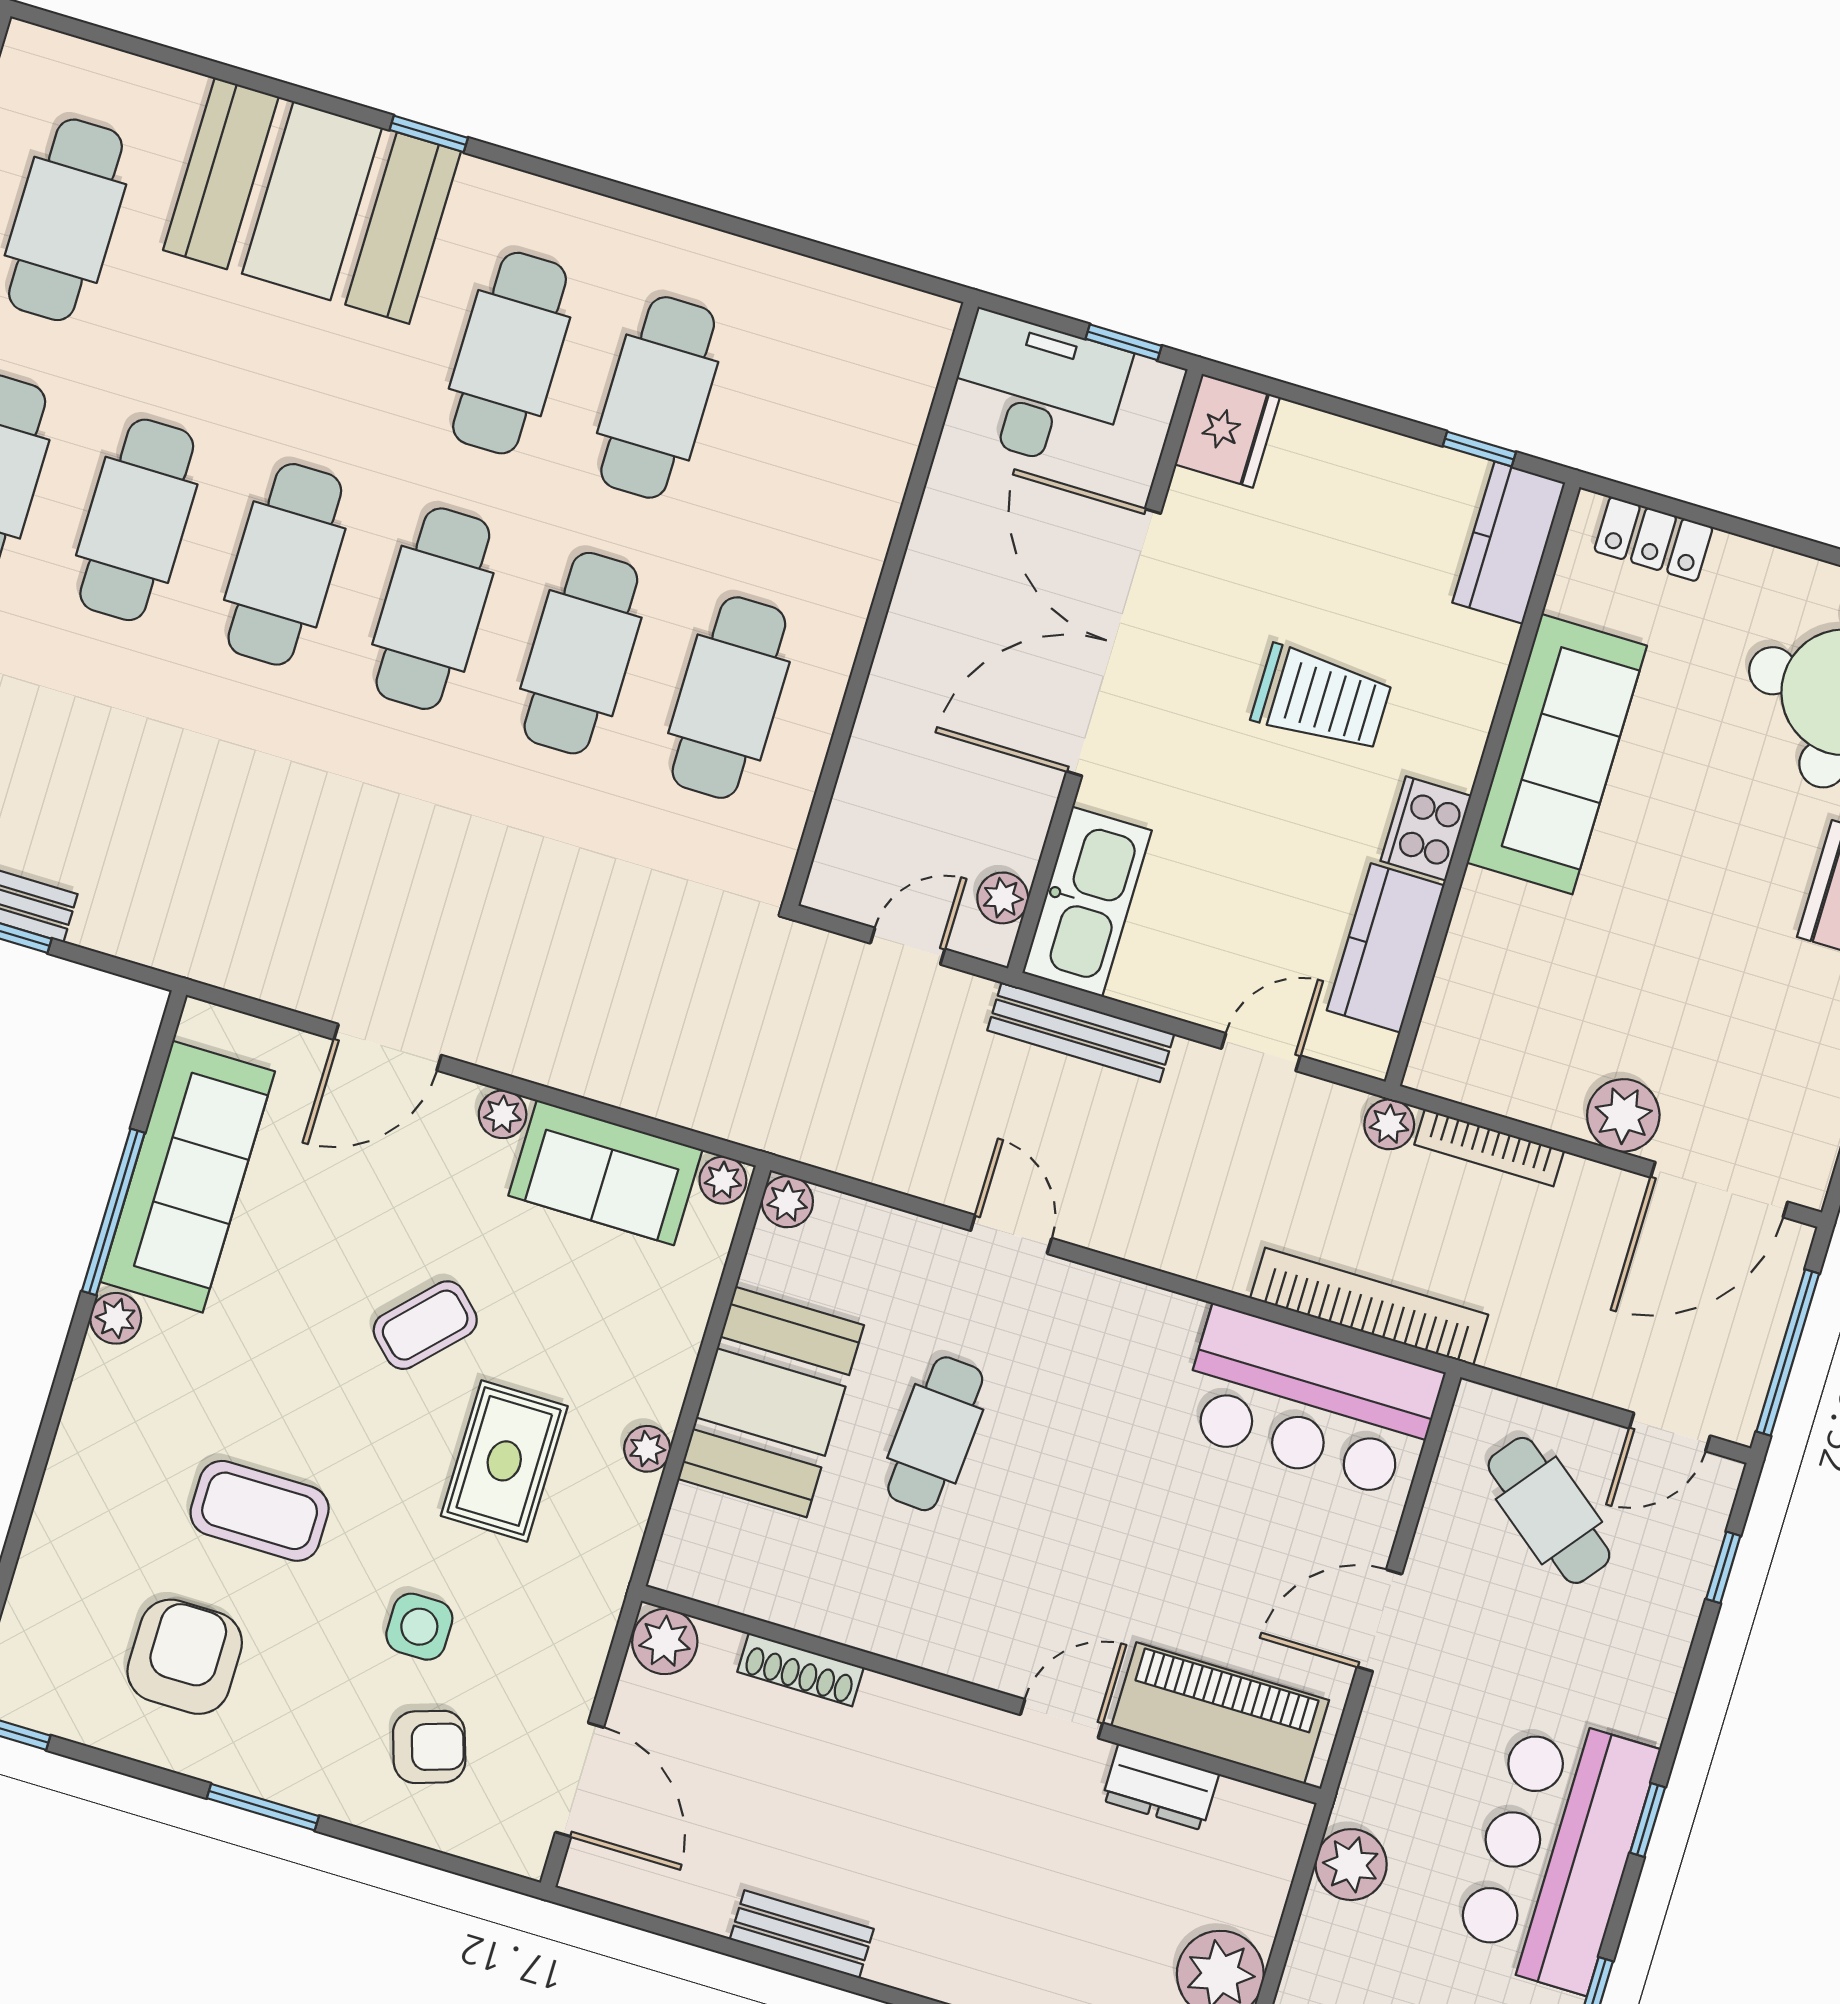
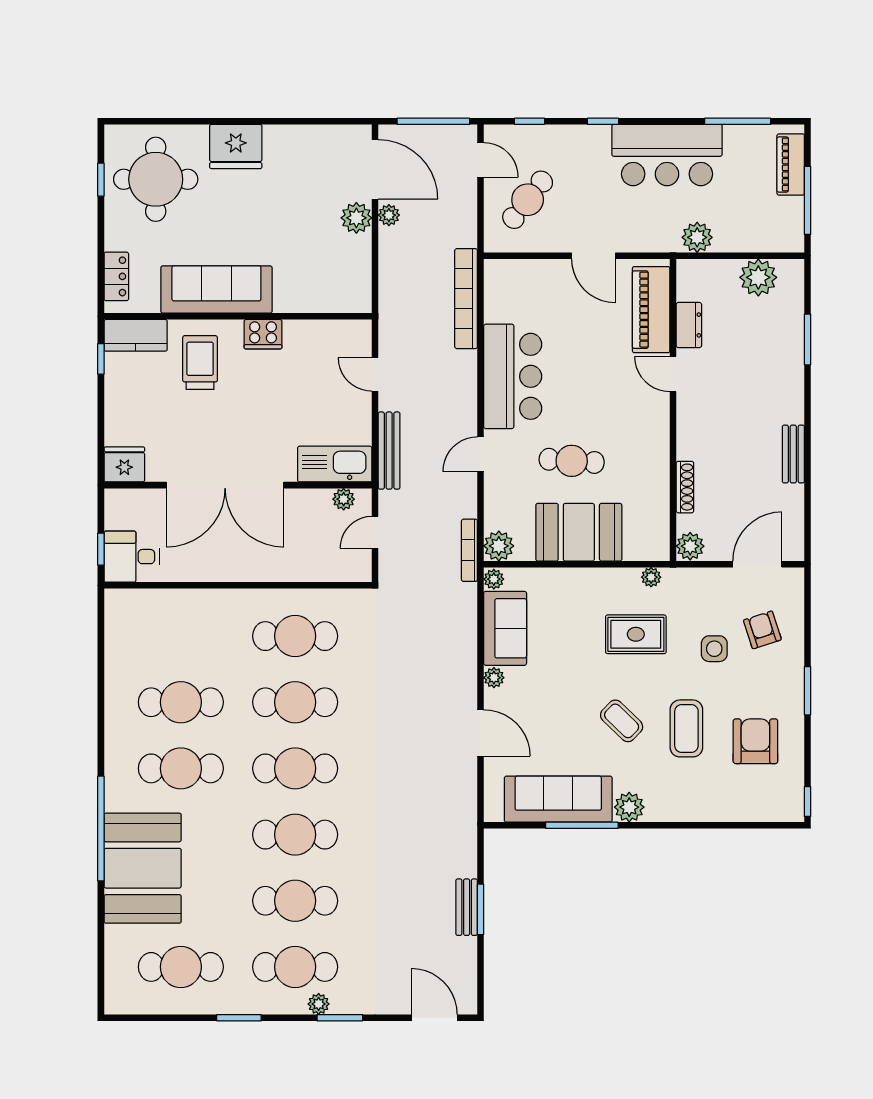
window: (429, 134) -> (101, 828), width x3.17
window: (1124, 342) -> (101, 549), moved
desk: (1038, 391) -> (132, 557), width x0.73
trolley: (1322, 699) -> (200, 363), moved
door: (908, 946) -> (375, 532), hinge flipped
kitchen counter: (1386, 948) -> (317, 336), removed
plant: (1389, 1124) -> (389, 215), moved
bookcase: (1489, 1148) -> (469, 550), moved, turned 180
plant: (787, 1202) -> (499, 546), width x1.38, depth x1.38
plant: (116, 1318) -> (629, 807), width x1.38, depth x1.38
coffee table: (425, 1325) -> (622, 721), moved
bar counter: (1310, 1402) -> (513, 376), moved
plant: (647, 1449) -> (651, 577), moved
armchair: (185, 1657) -> (755, 741), turned 90
window: (1648, 1820) -> (603, 121), moved

